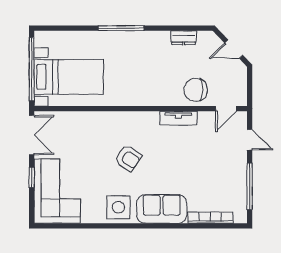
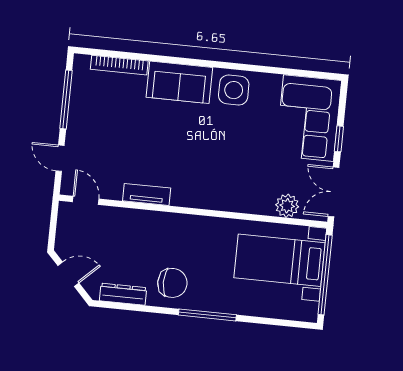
dresser: (184, 38) -> (123, 294), width x1.44
chair: (196, 90) -> (172, 283), moved
door: (226, 109) -> (86, 200), hinge flipped
plant: (67, 120) -> (287, 206), added
armchair: (128, 158) -> (215, 151), removed

